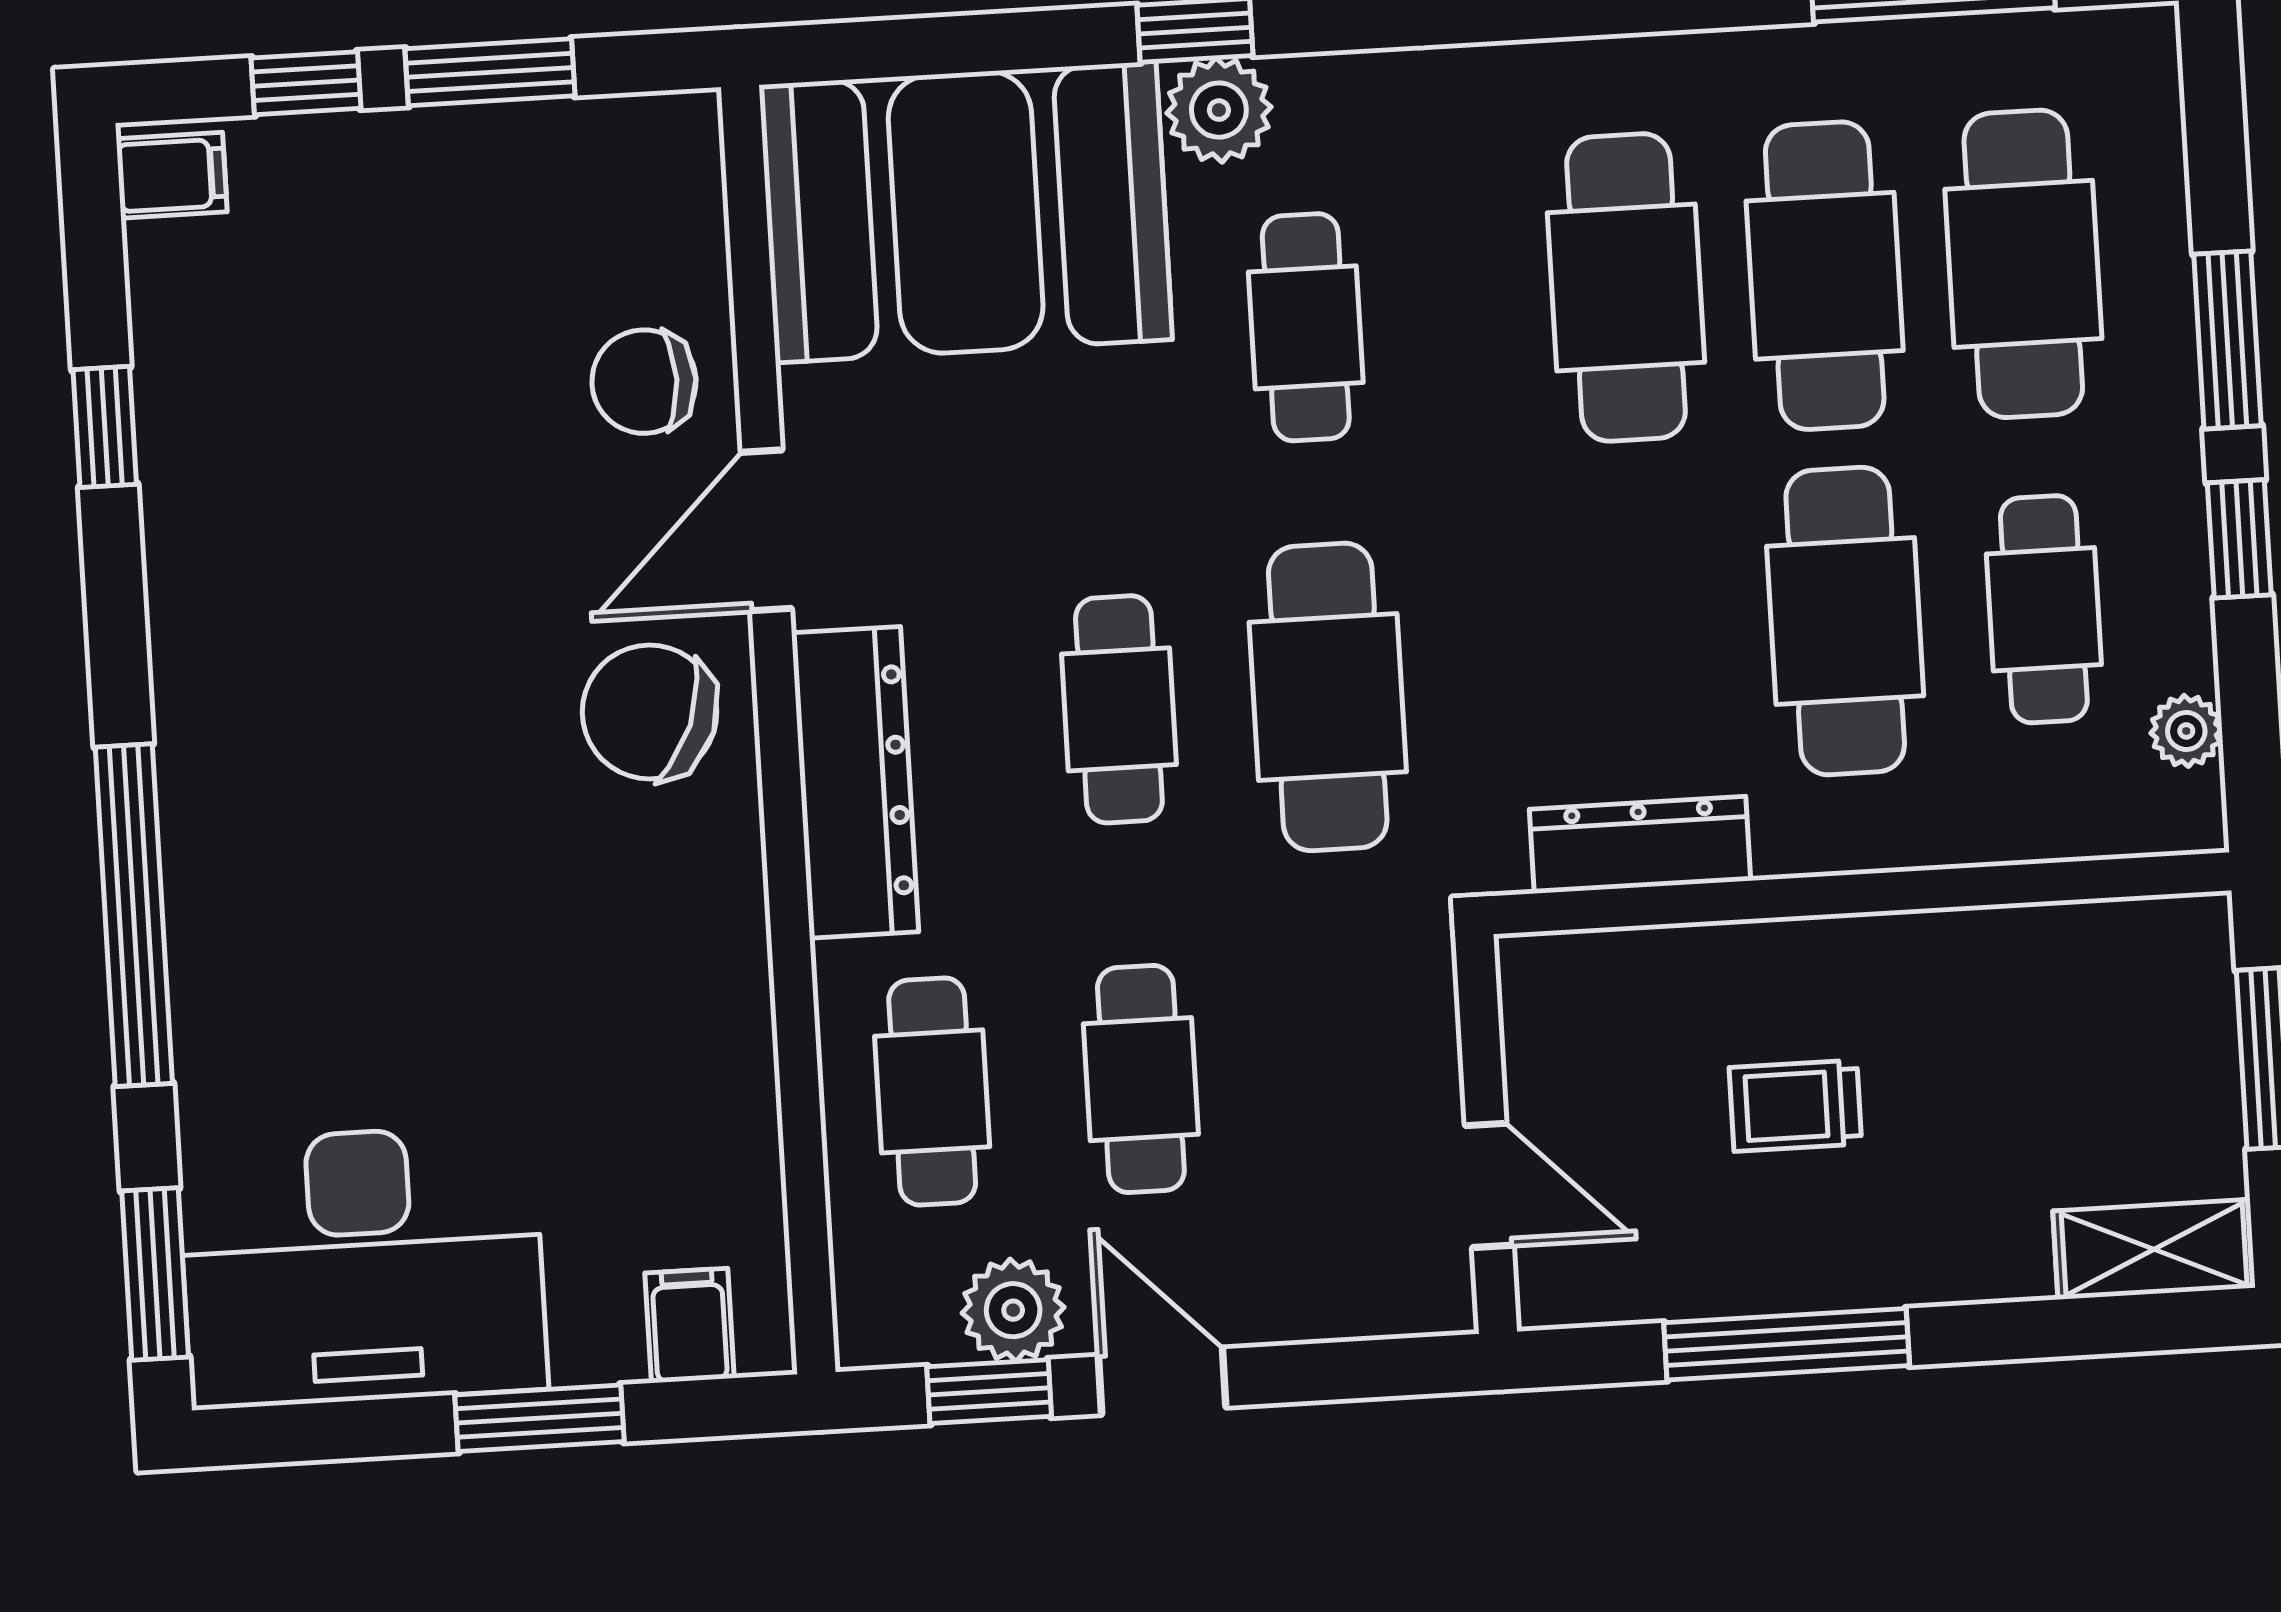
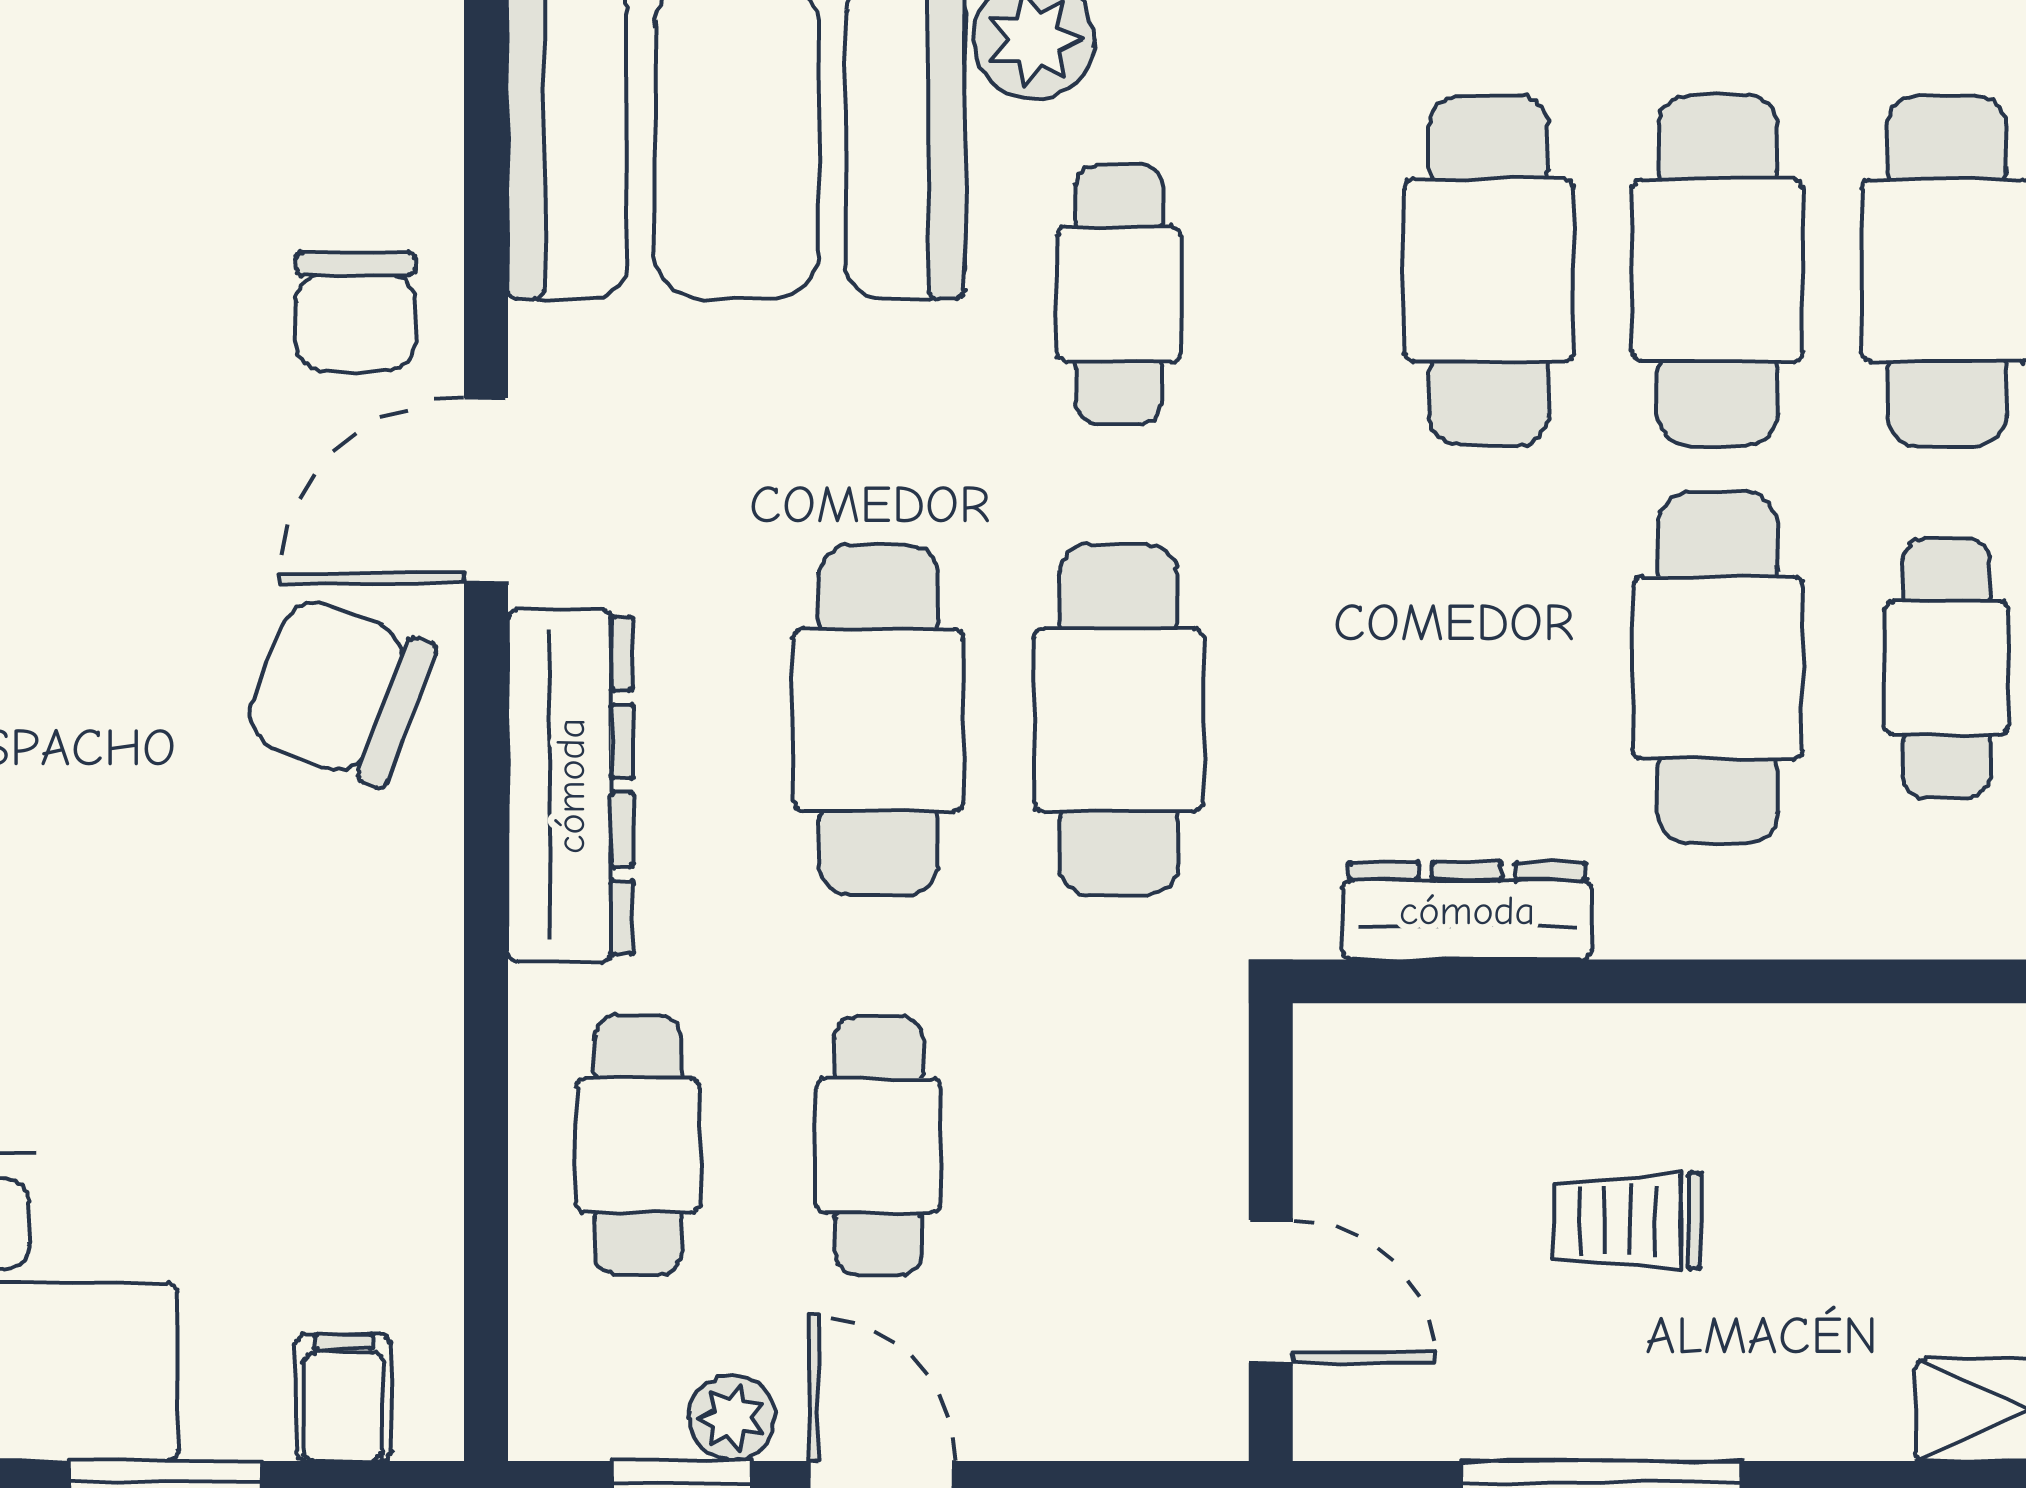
chair: (644, 382) -> (356, 311), turned -90
cafe table: (1119, 709) -> (878, 720), width x1.37, depth x1.35
plant: (1013, 1310) -> (732, 1418), width x0.73, depth x0.73

